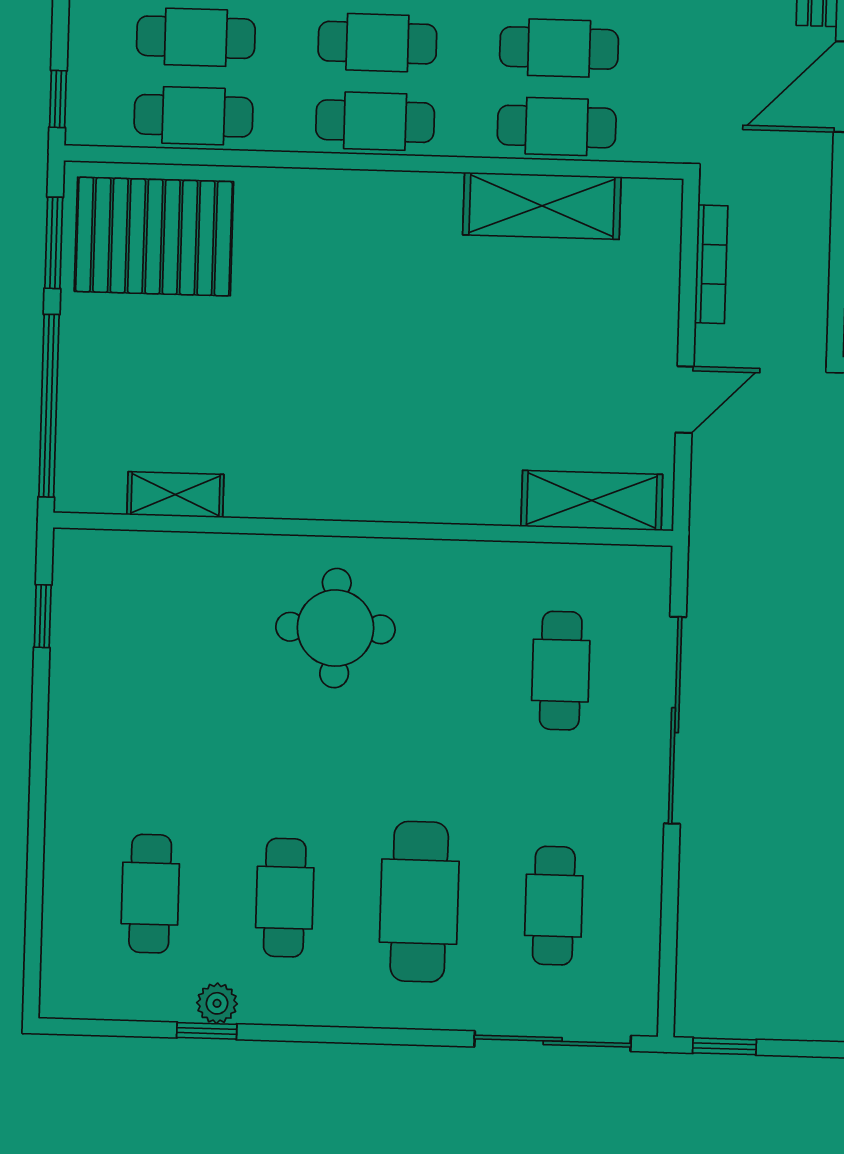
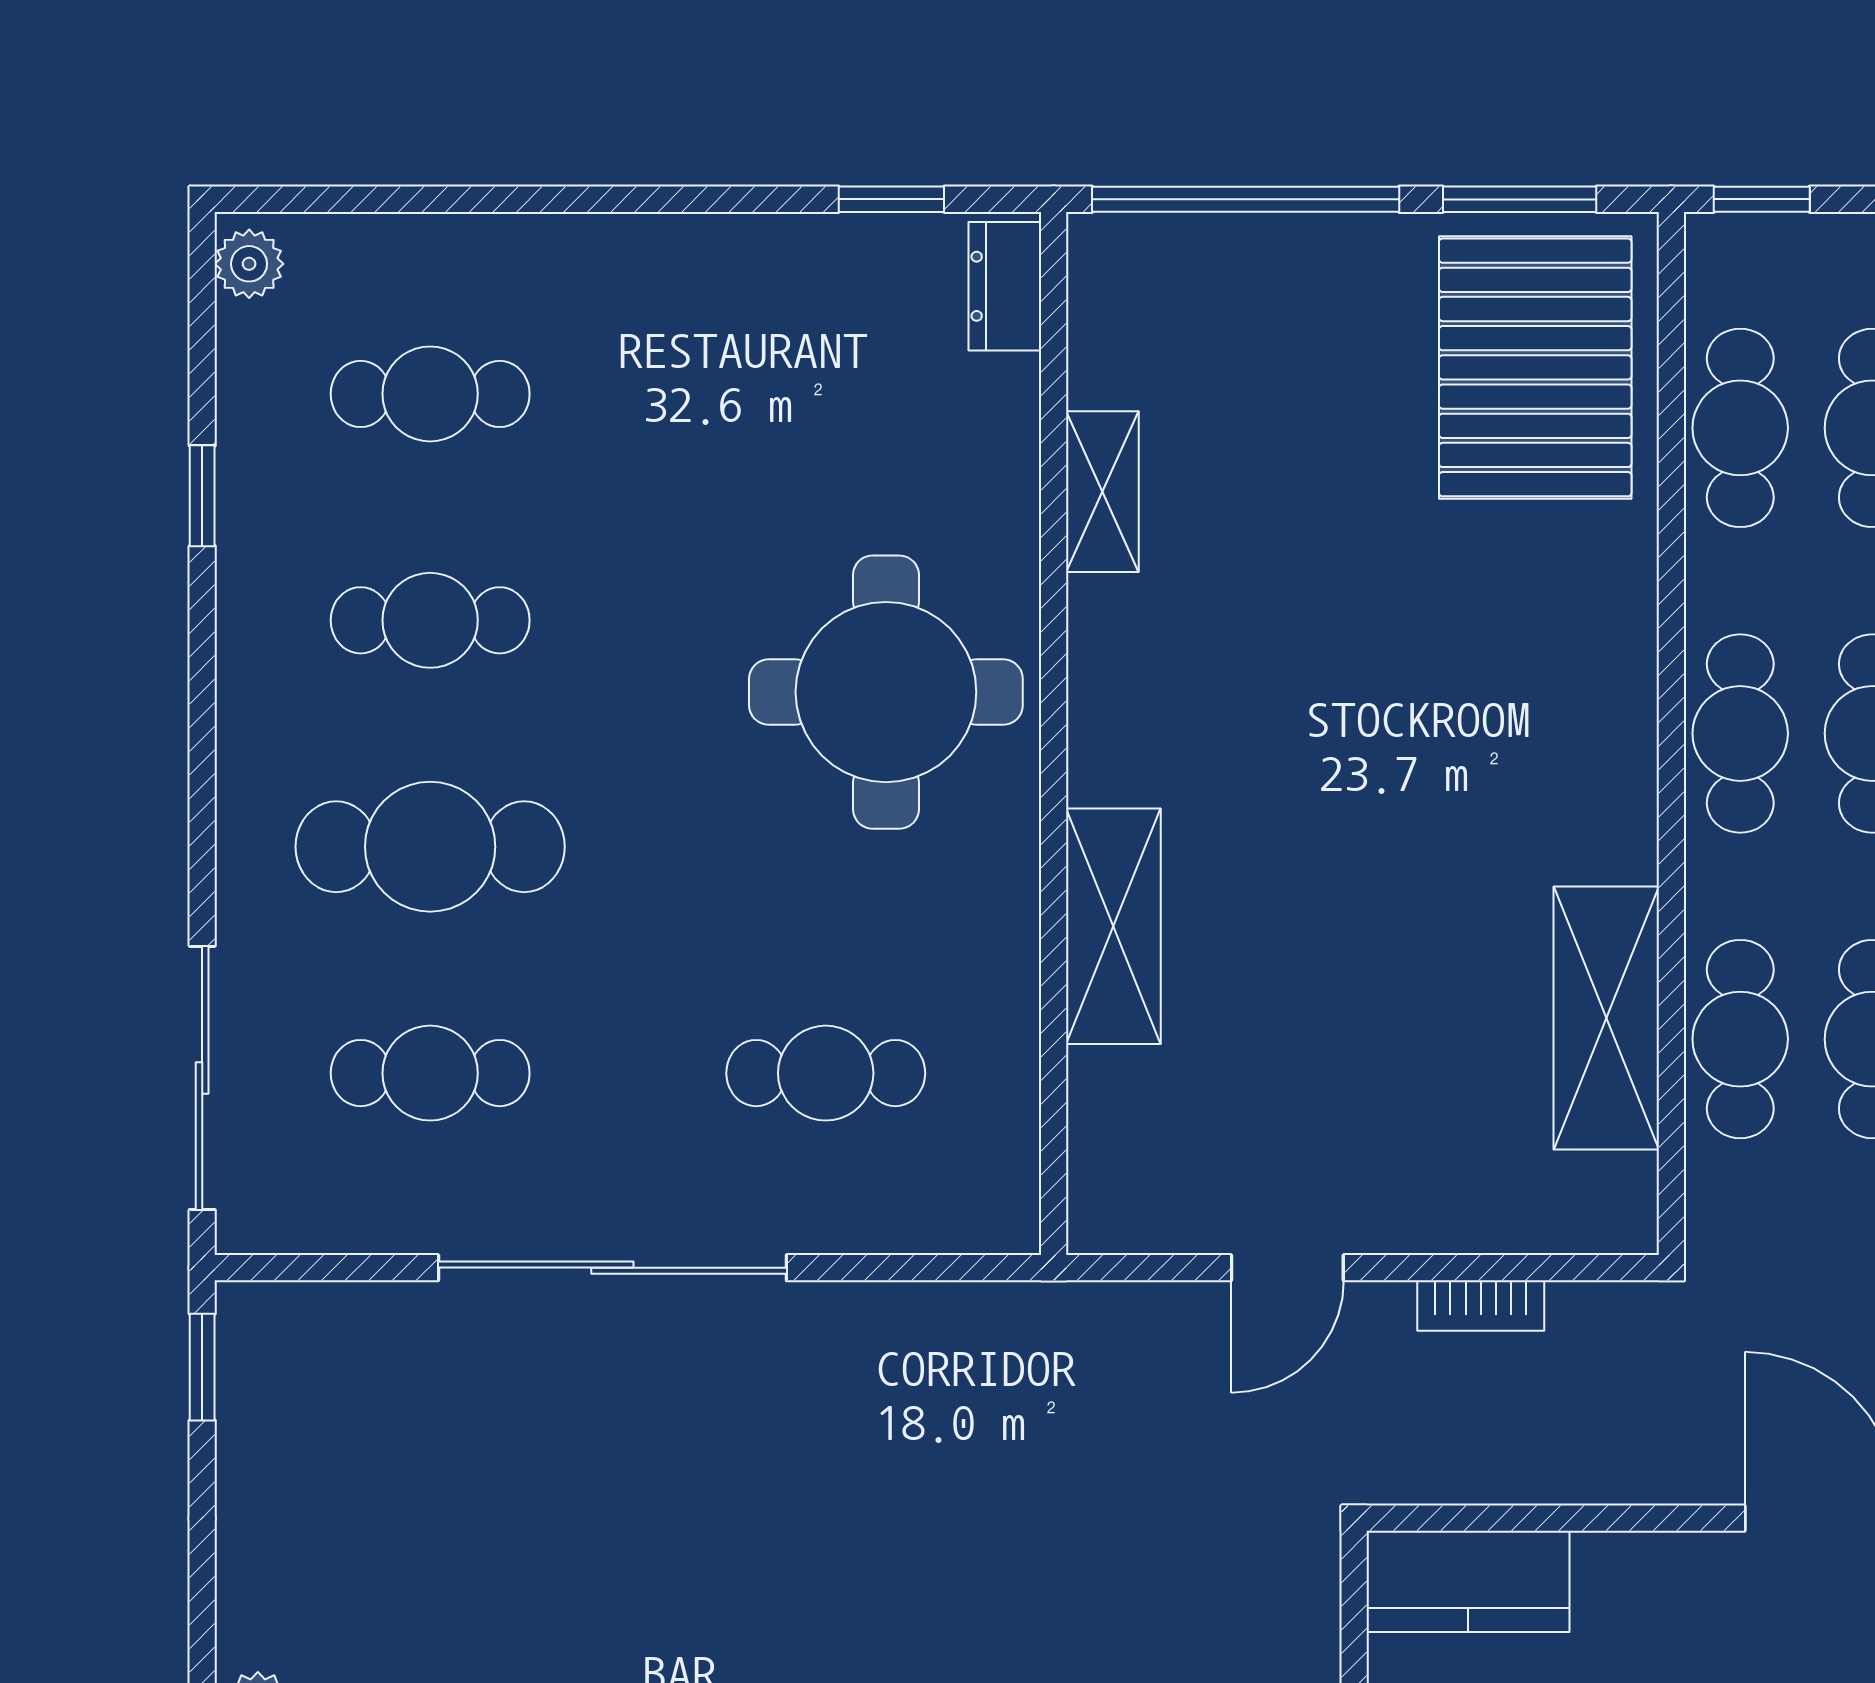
bookcase: (711, 264) -> (1481, 1306), width x0.64
door: (685, 400) -> (1287, 1268), hinge flipped
shelving: (175, 495) -> (1102, 492), moved
shelving: (592, 500) -> (1113, 926), moved
dresser: (96, 550) -> (1005, 286), added
round table: (335, 628) -> (886, 692), width x1.36, depth x1.36
sliding door: (675, 720) -> (612, 1268), moved
plant: (217, 1003) -> (249, 264), moved

